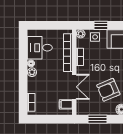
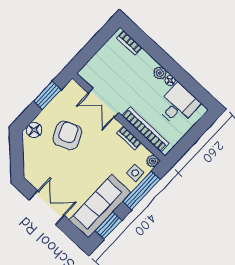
window: (101, 25) -> (142, 190), width x2.17
filing cabinet: (66, 104) -> (93, 77), removed

